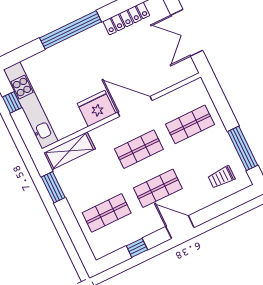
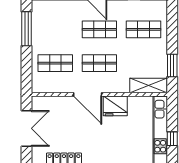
trolley: (221, 177) -> (51, 16), removed

